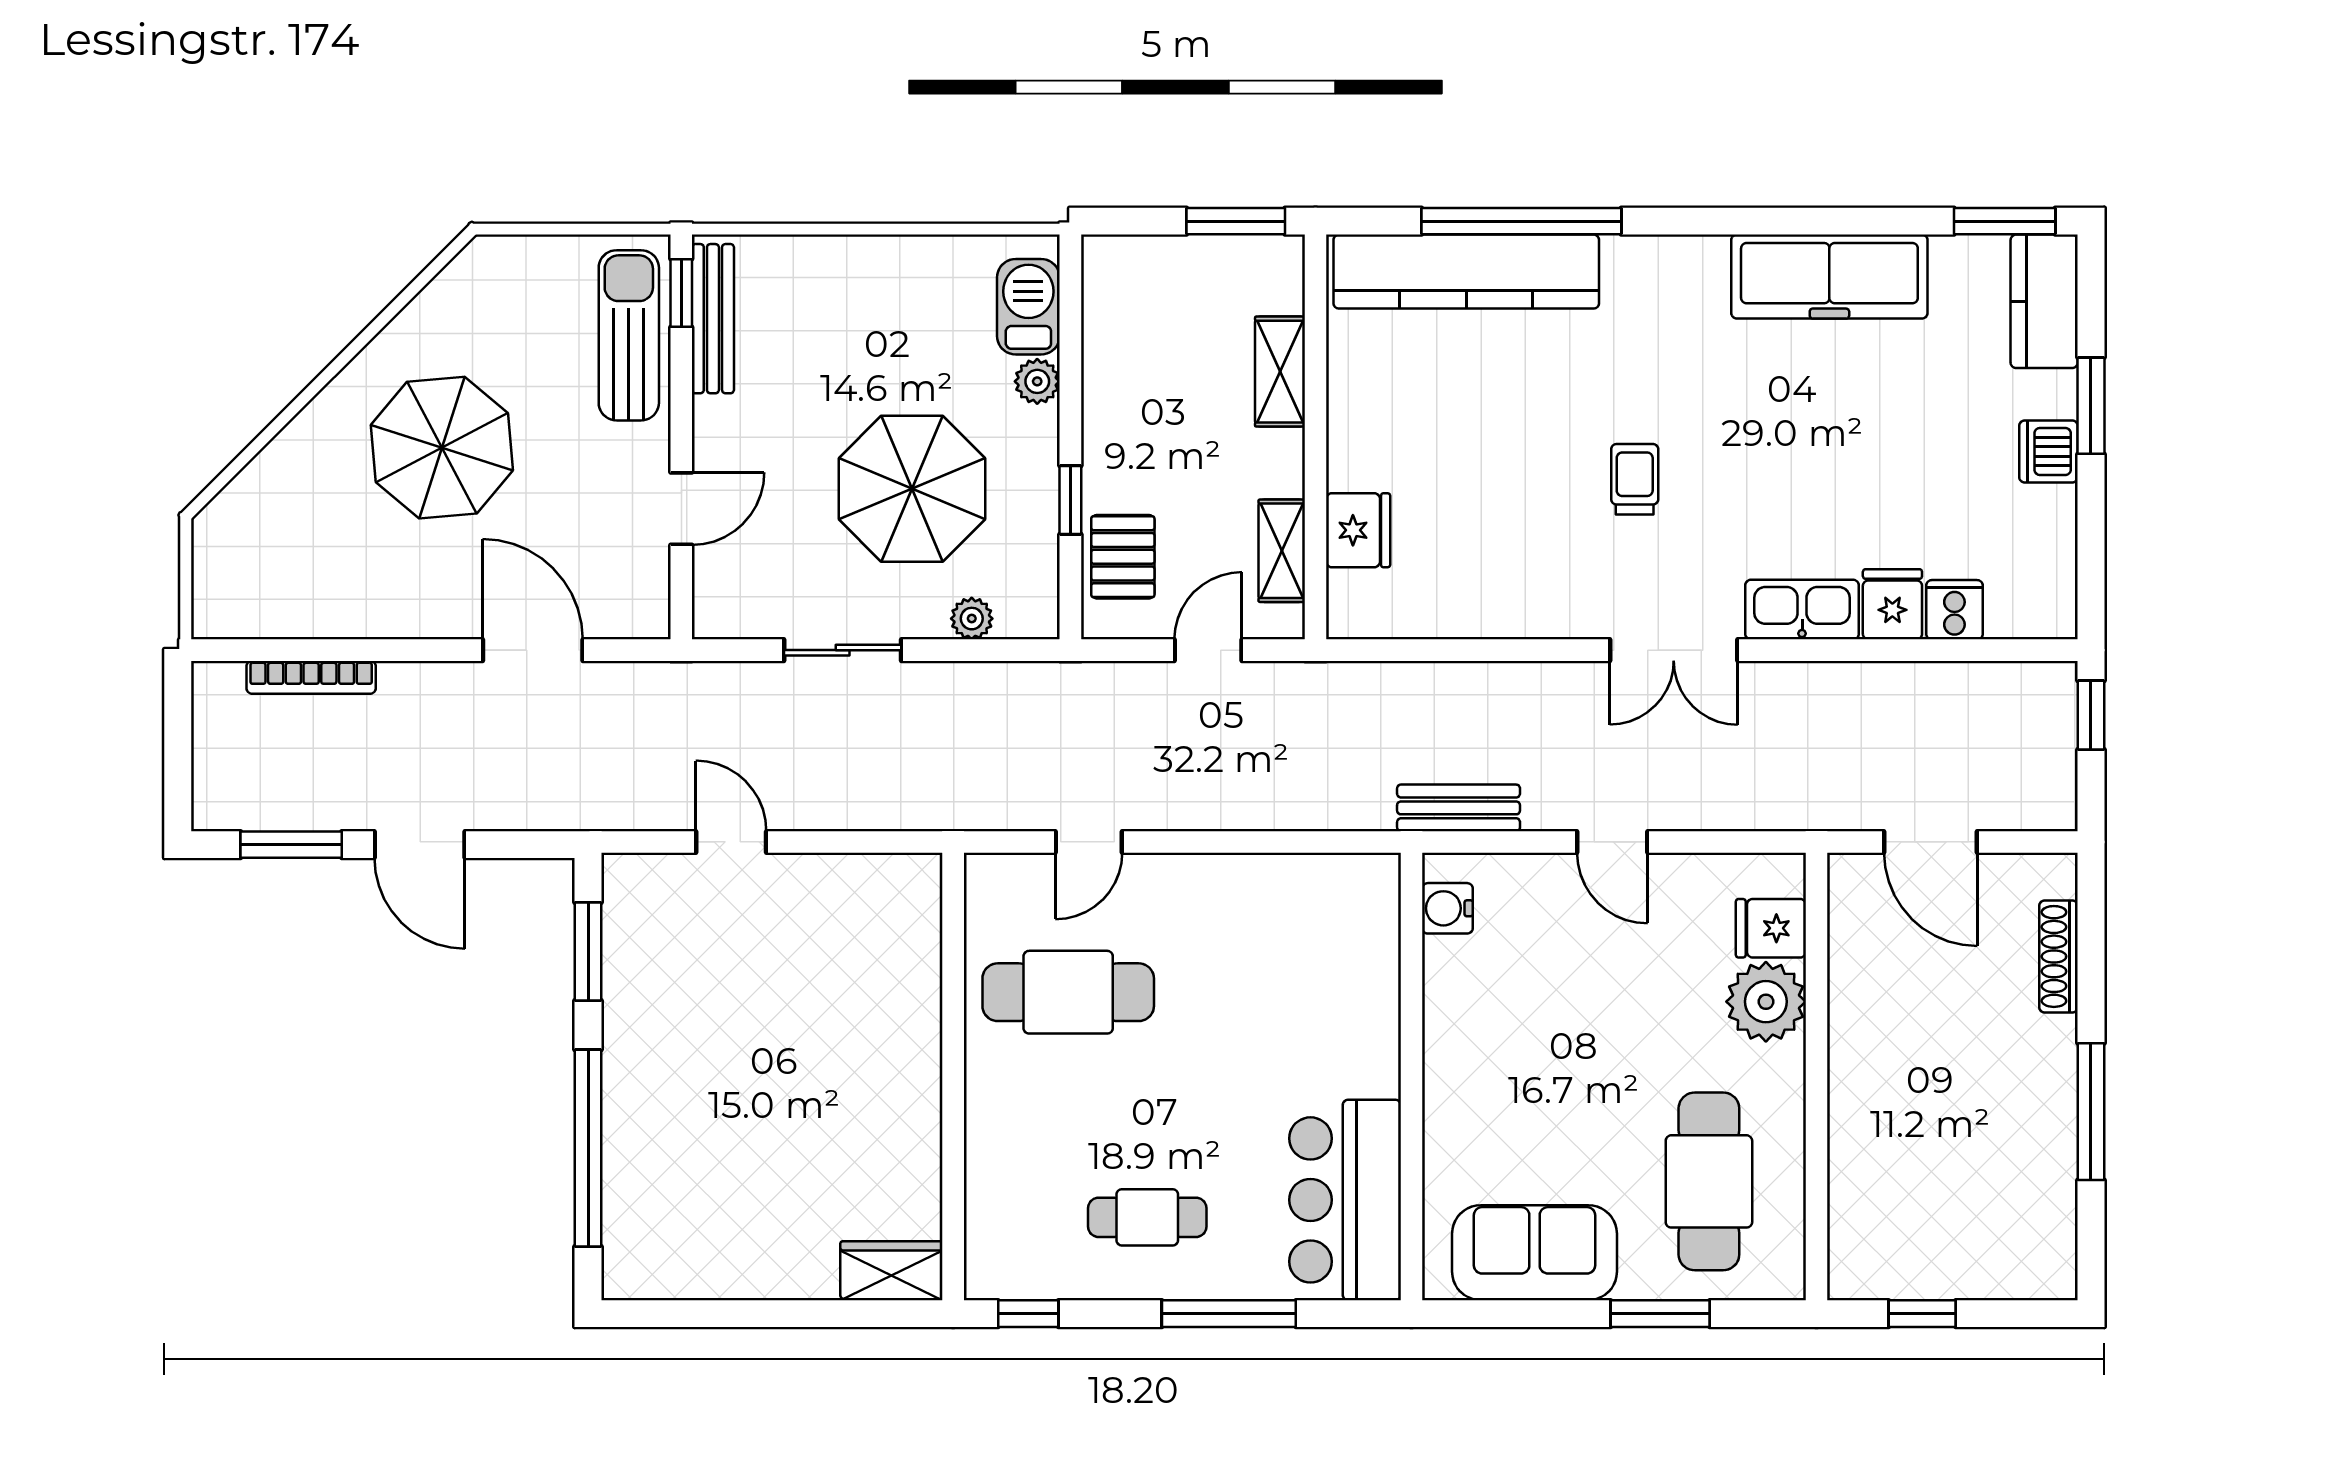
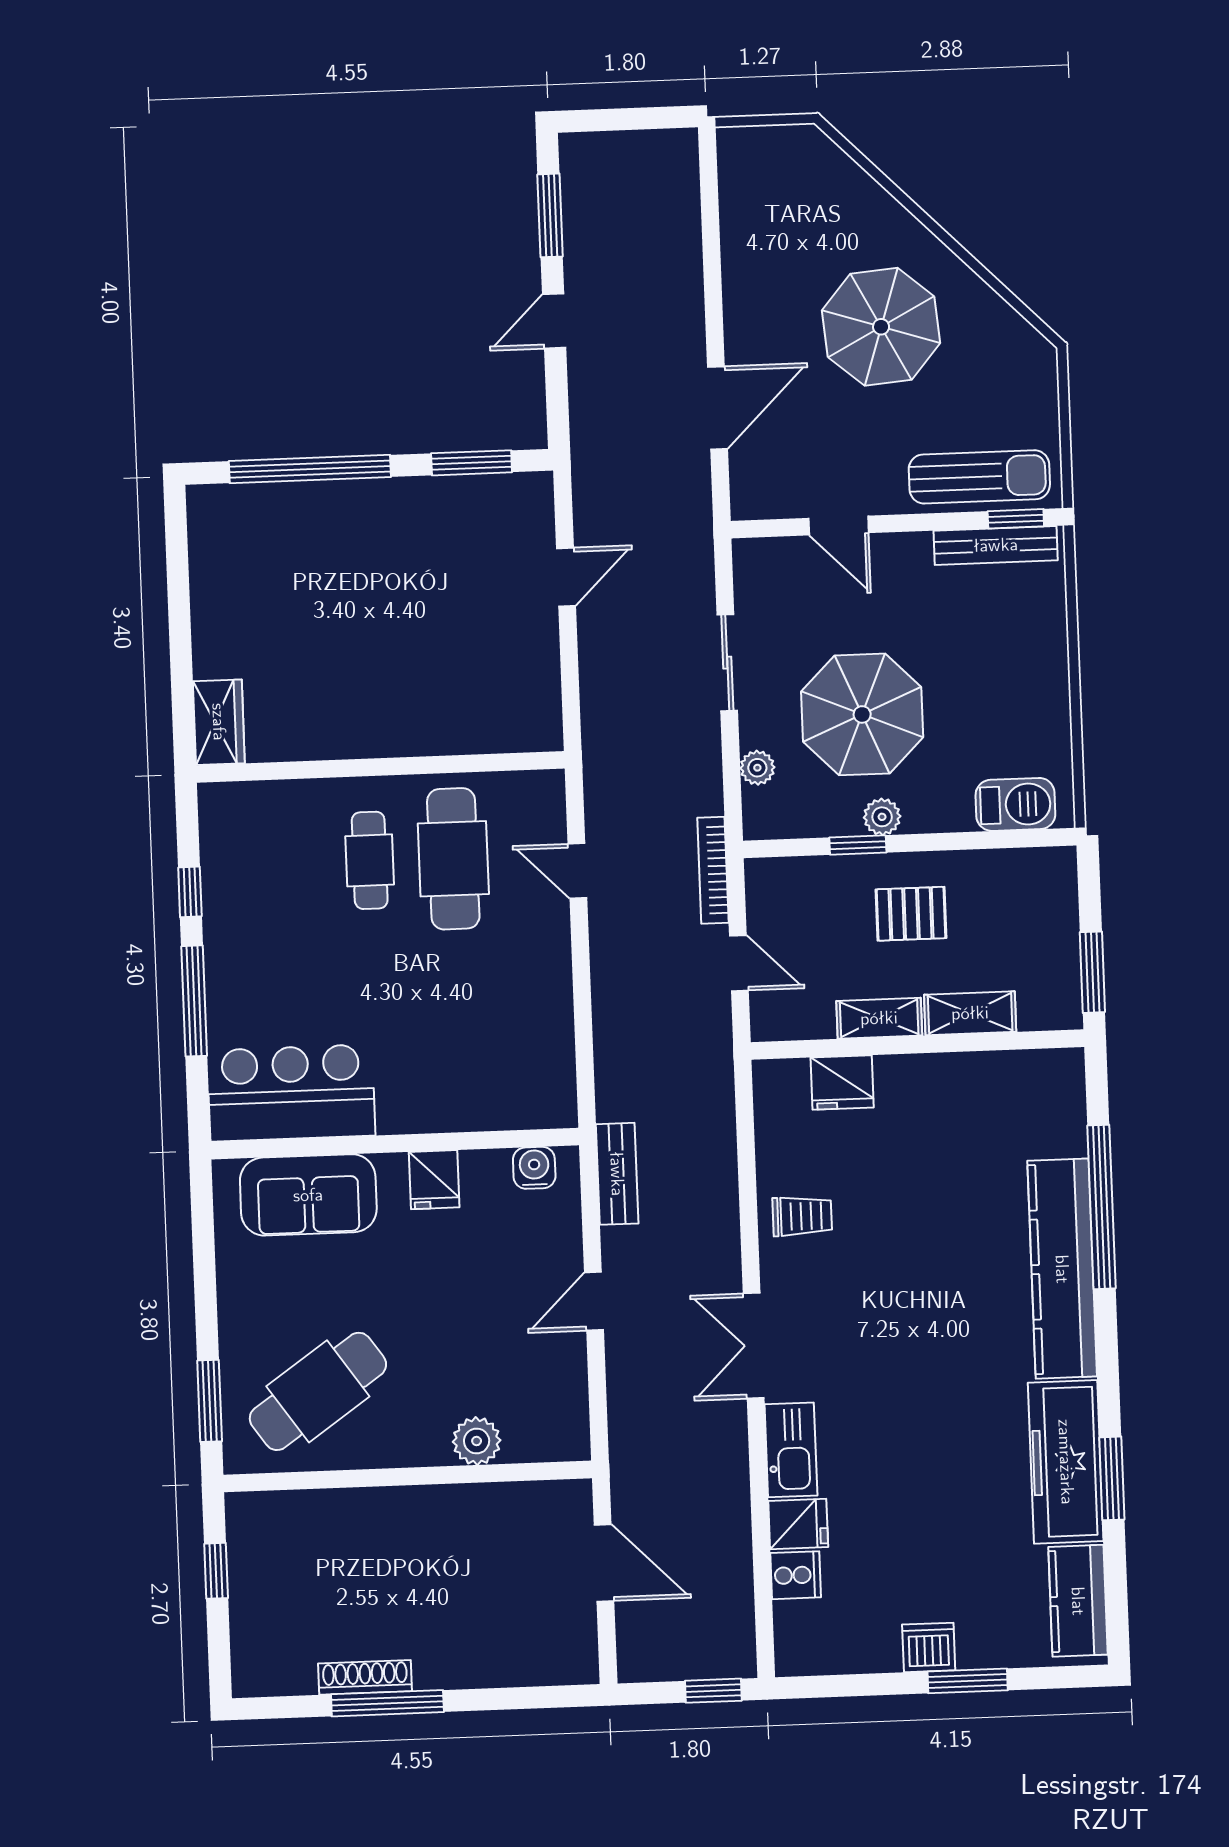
window: (2005, 221) -> (1112, 1478), moved
kitchen counter: (1466, 272) -> (1062, 1269), moved
kitchen counter: (2044, 301) -> (1078, 1601), moved, turned -90
plant: (1037, 381) -> (882, 817), moved
trolley: (1635, 479) -> (802, 1216), moved
shelving: (1282, 551) -> (879, 1018), moved
pallet: (1123, 557) -> (911, 914), moved
bookcase: (311, 677) -> (713, 870), moved
door: (1931, 842) -> (604, 1563), swing flipped
door: (420, 845) -> (554, 321), width x0.73
fridge: (1771, 928) -> (434, 1180), moved, turned 180
shoe rack: (2058, 956) -> (365, 1677), moved
plant: (1766, 1002) -> (477, 1441), width x0.73, depth x0.73
cafe table: (1709, 1181) -> (318, 1391), turned -35
cafe table: (1147, 1217) -> (370, 860), moved
sofa: (1535, 1253) -> (308, 1195), moved, turned 90
window: (1028, 1314) -> (190, 892), moved
window: (1660, 1314) -> (210, 1401), moved

